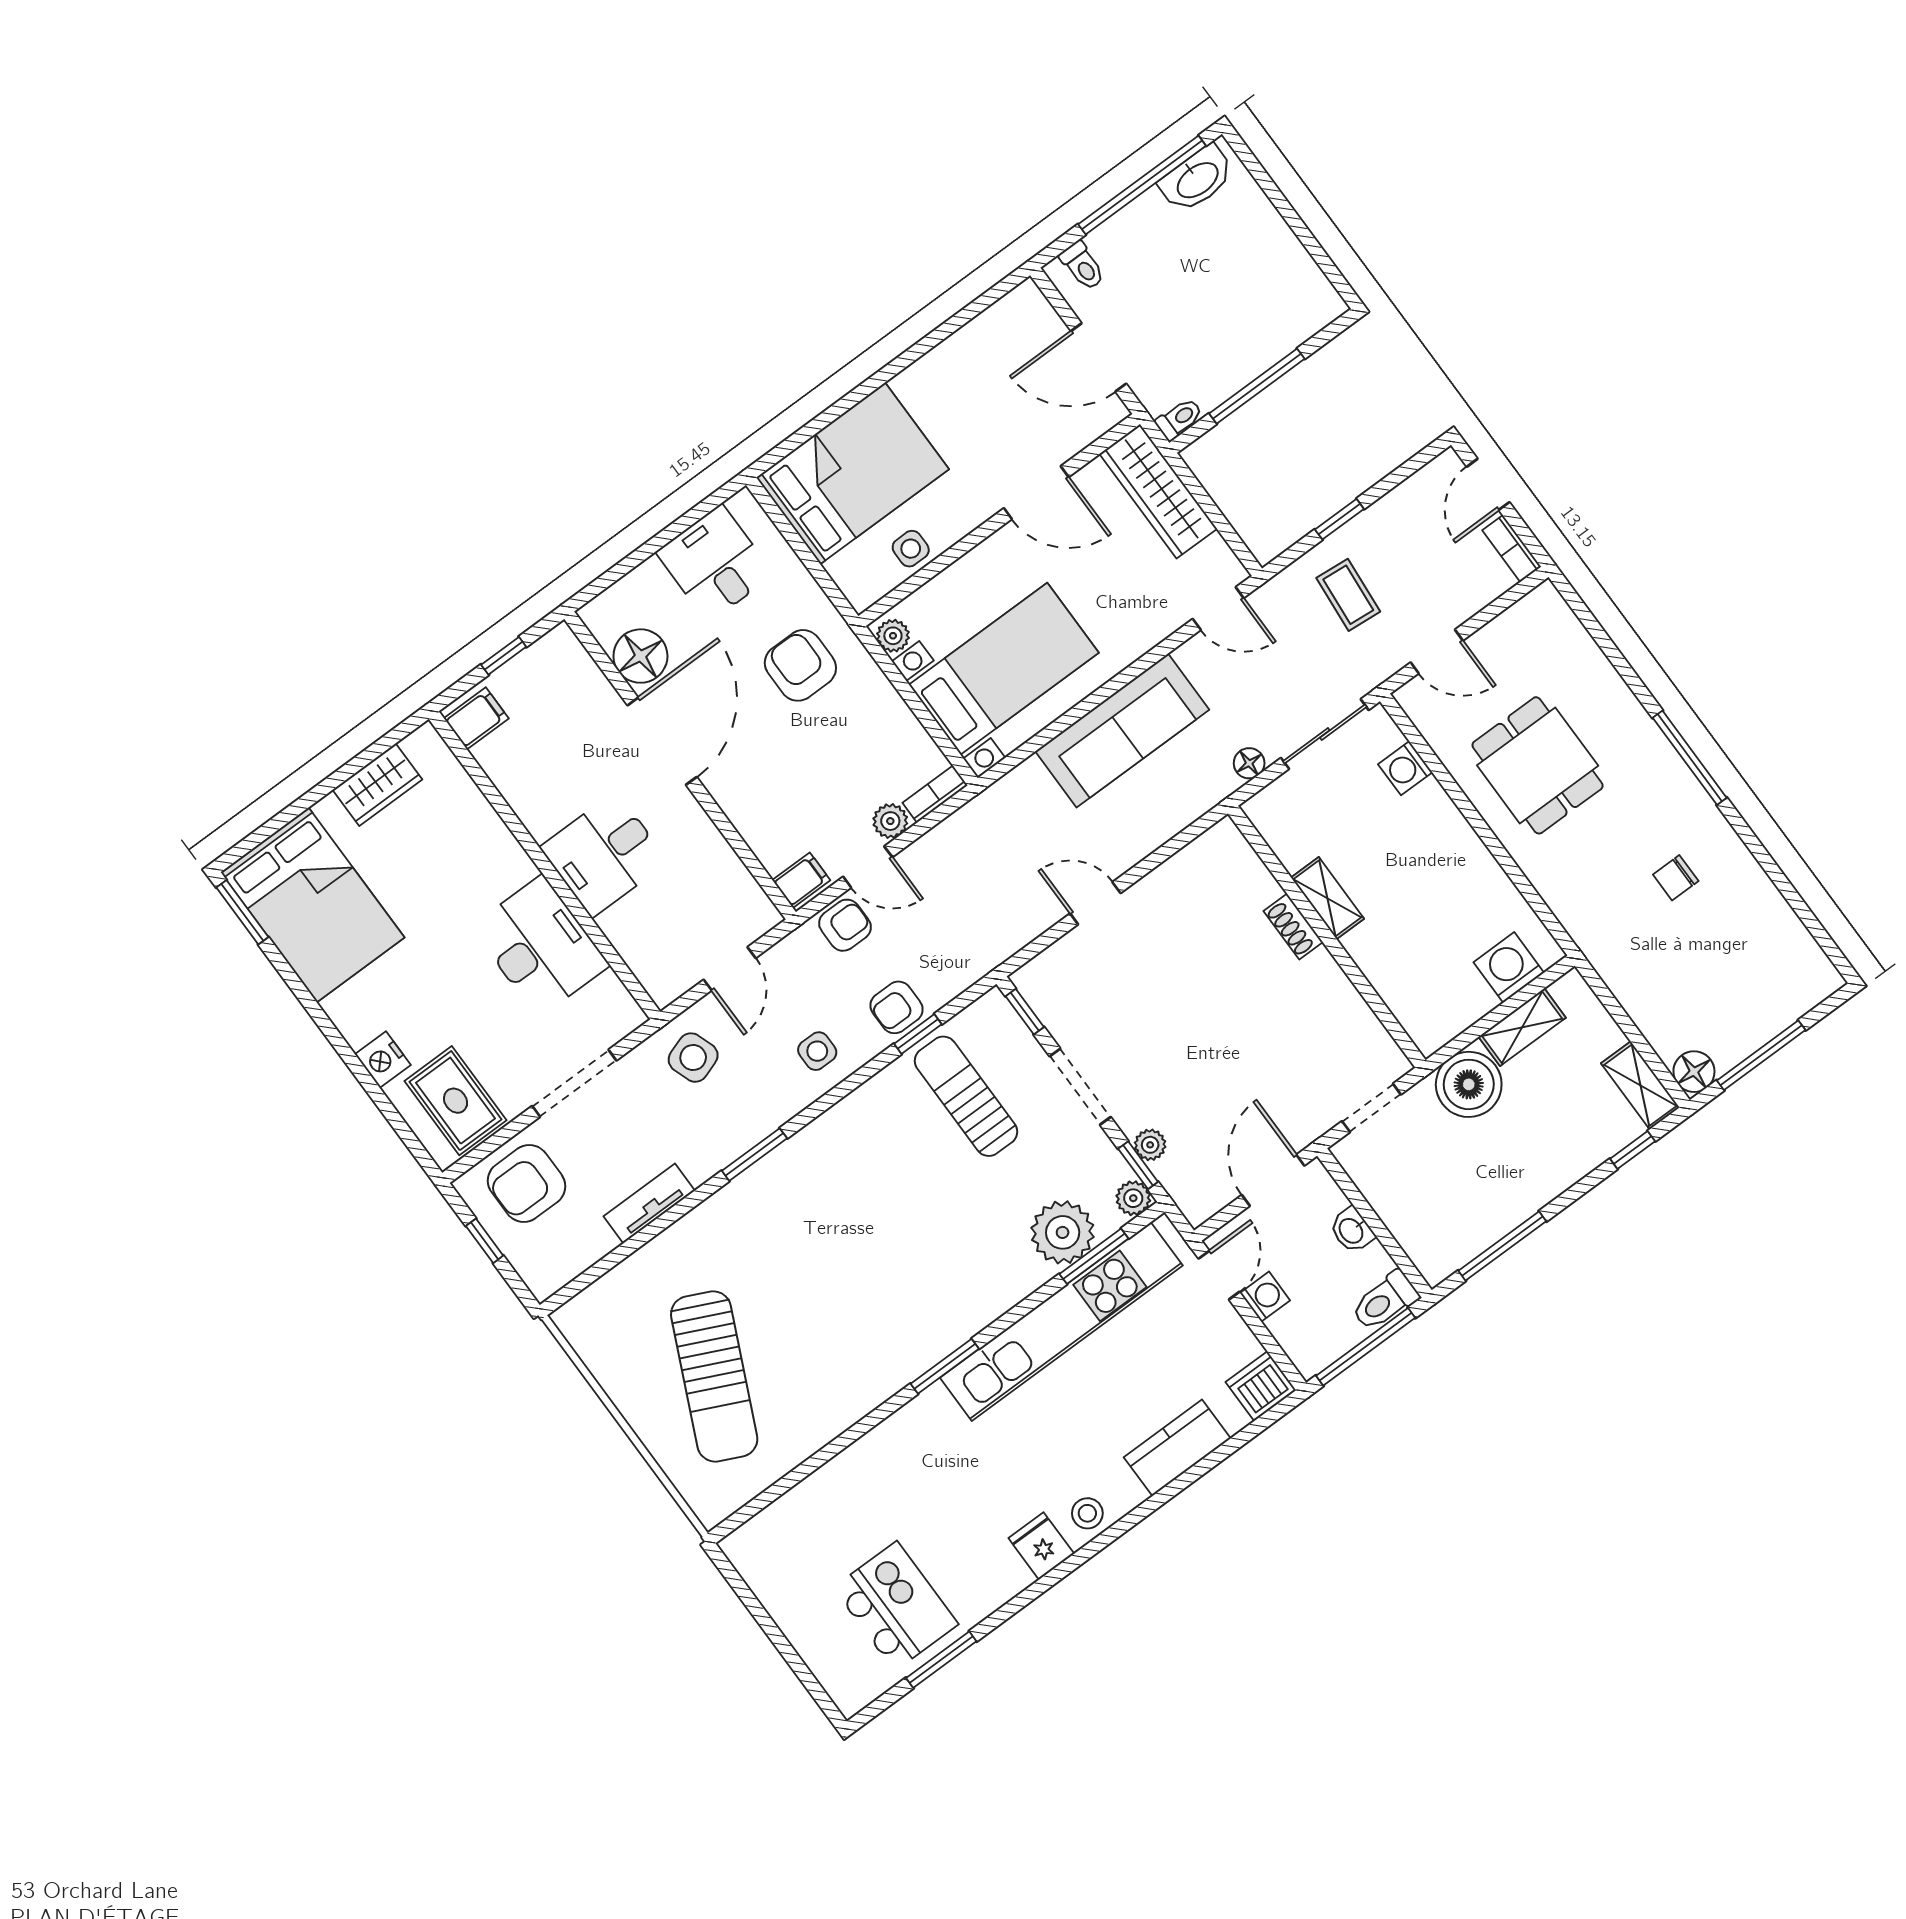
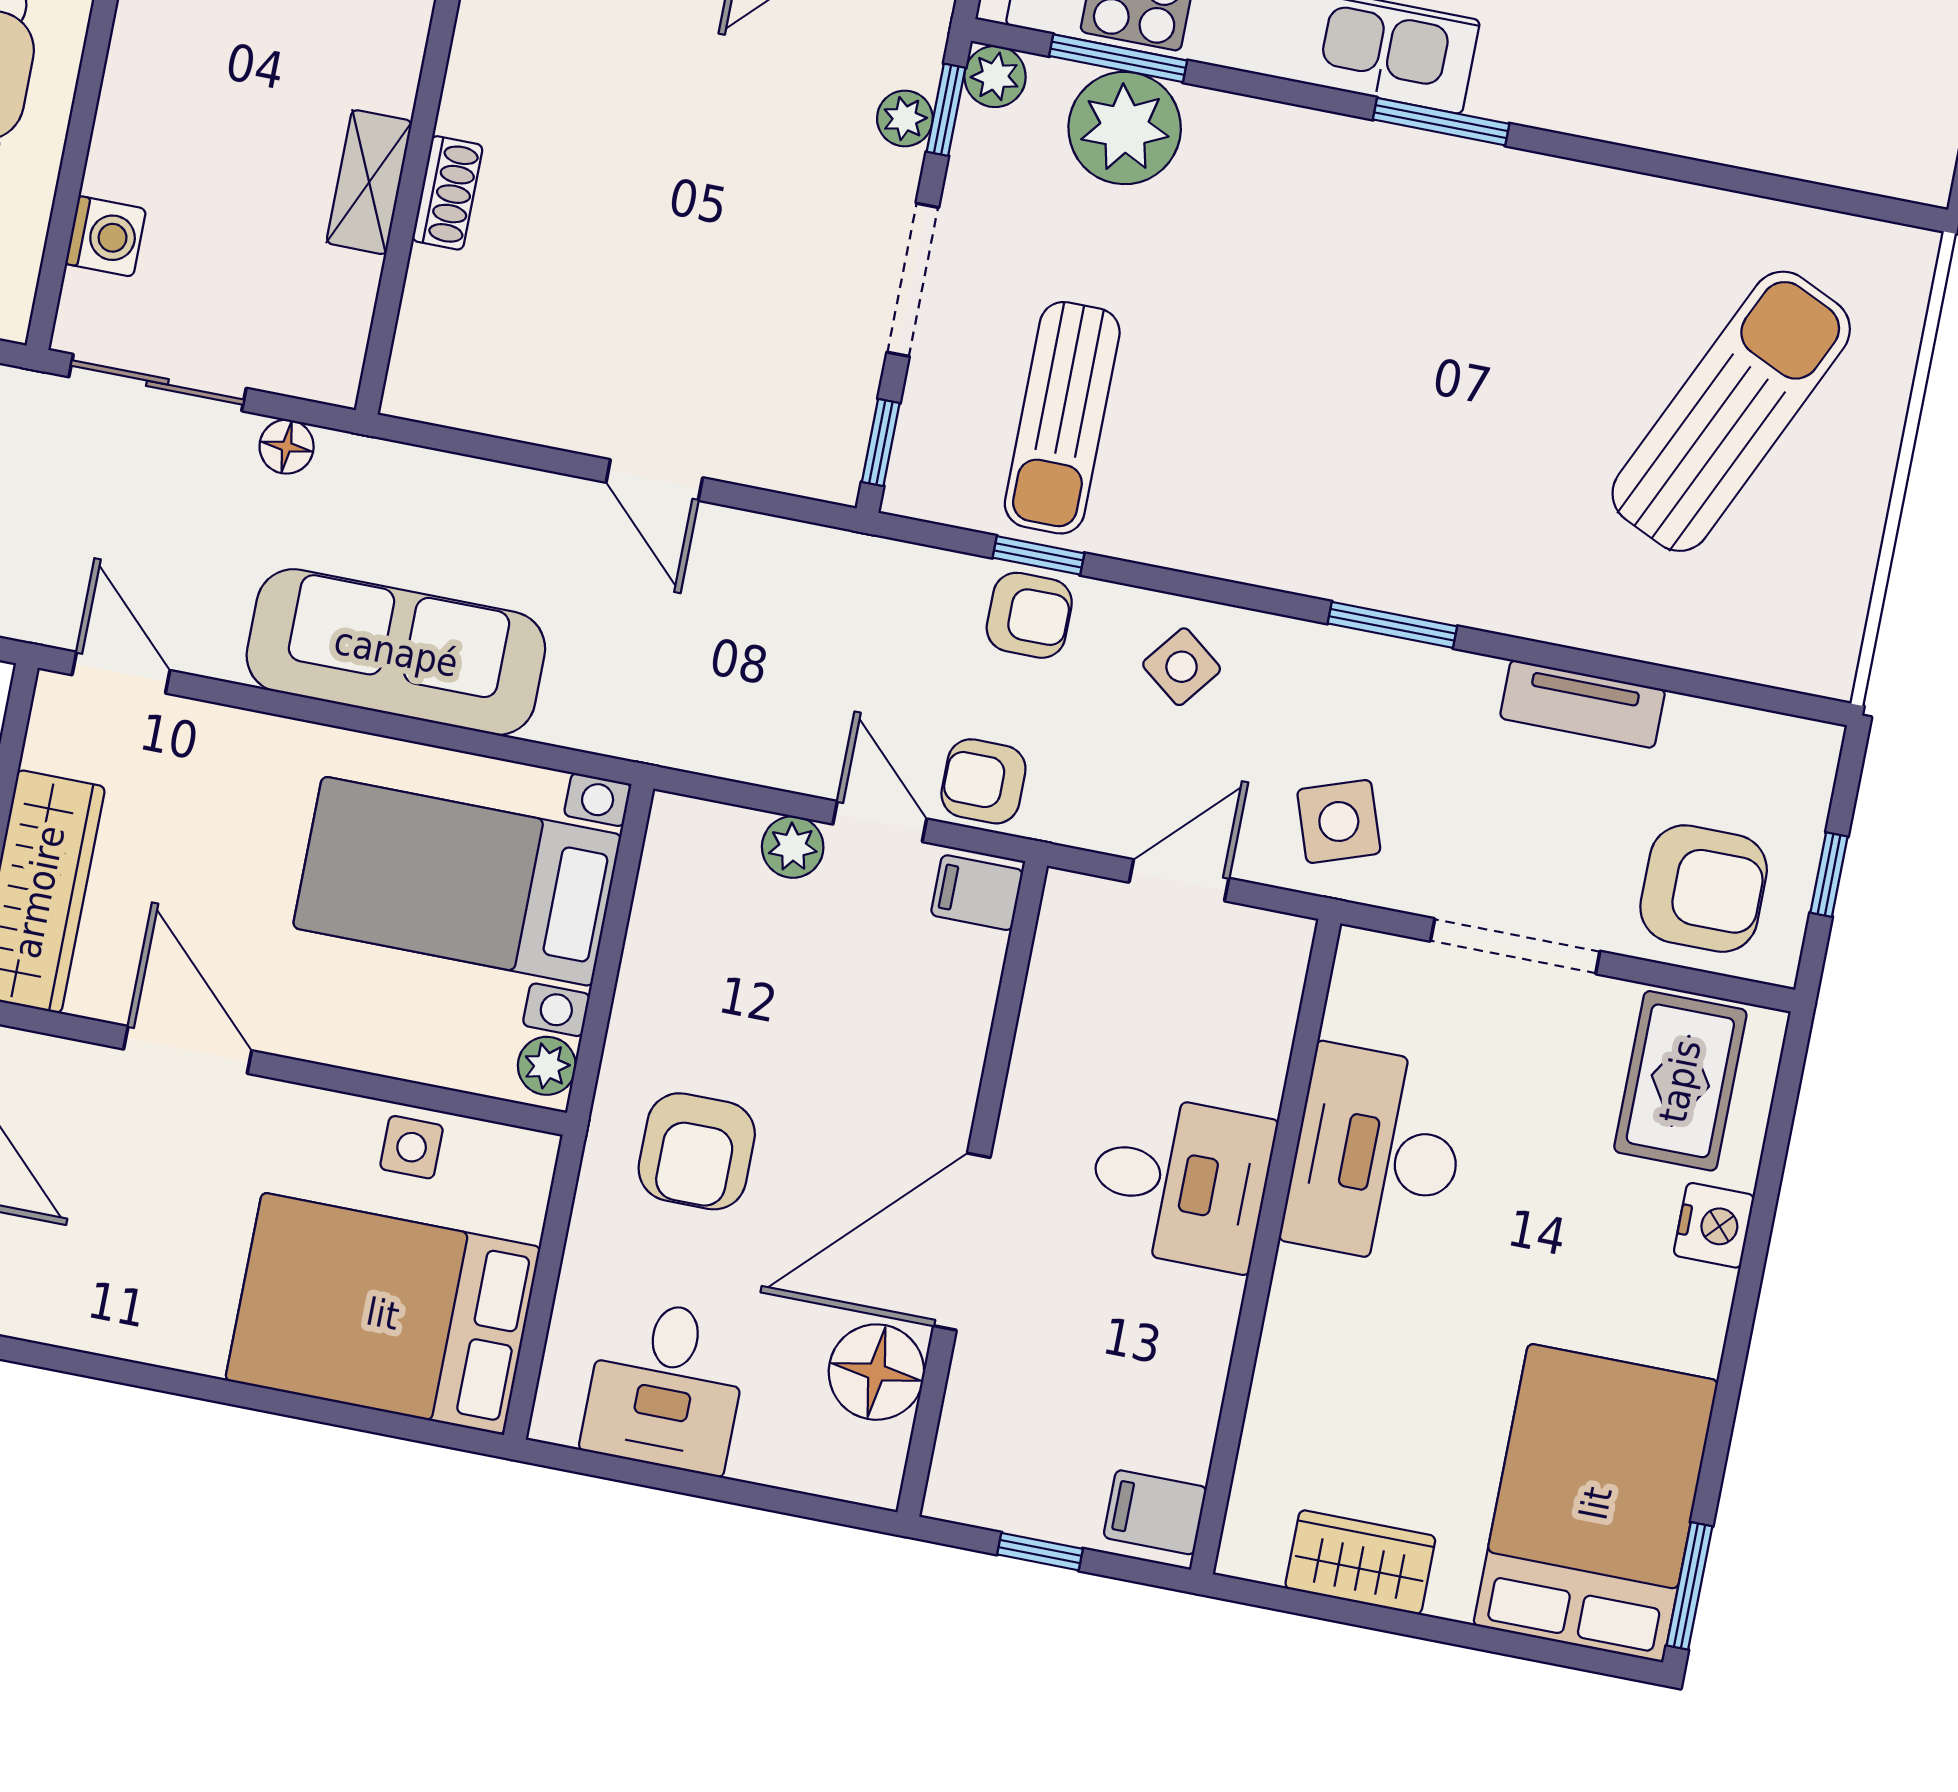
bookcase: (935, 794) -> (704, 821), removed
side table: (817, 1051) -> (1182, 667), turned 38

